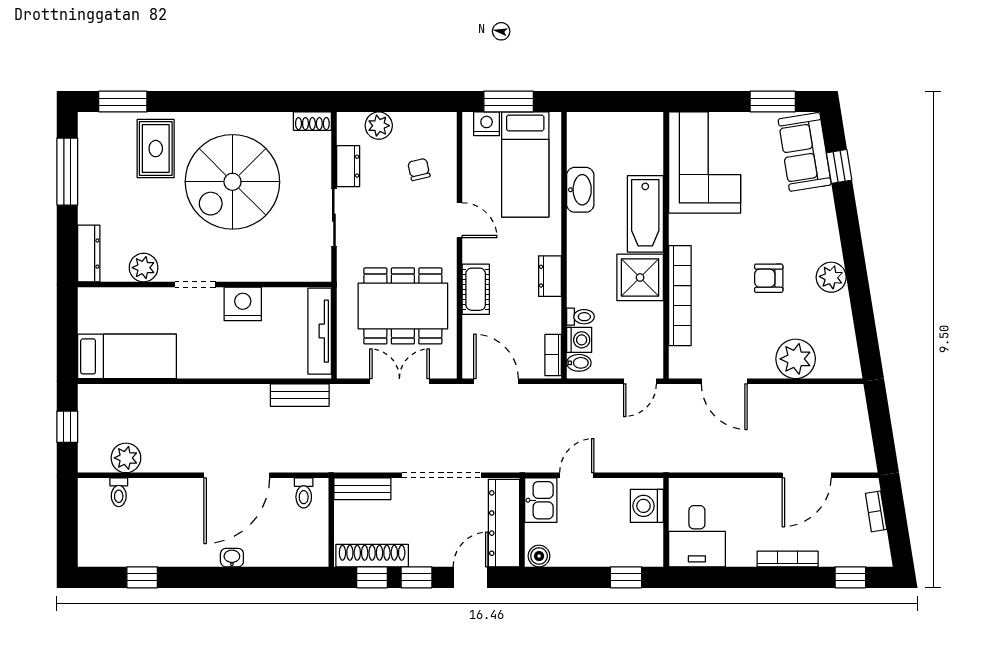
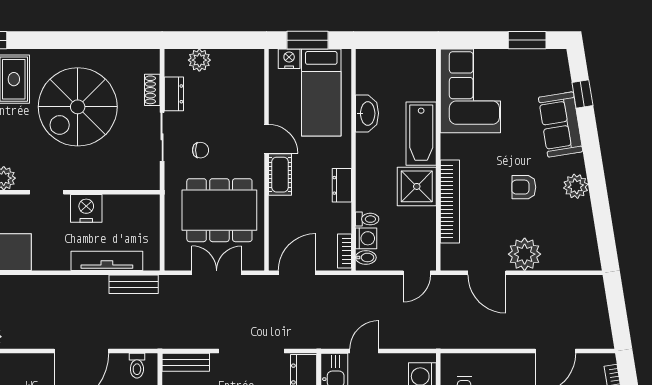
shoe rack: (312, 121) -> (152, 90), moved, turned 90
sofa: (805, 152) -> (561, 124), moved
chair: (419, 169) -> (201, 150), moved, turned 103
cot: (476, 289) -> (280, 175), moved
tv unit: (320, 331) -> (107, 261), moved, turned 90
plant: (796, 359) -> (525, 254), moved
door: (496, 381) -> (297, 273), hinge flipped

